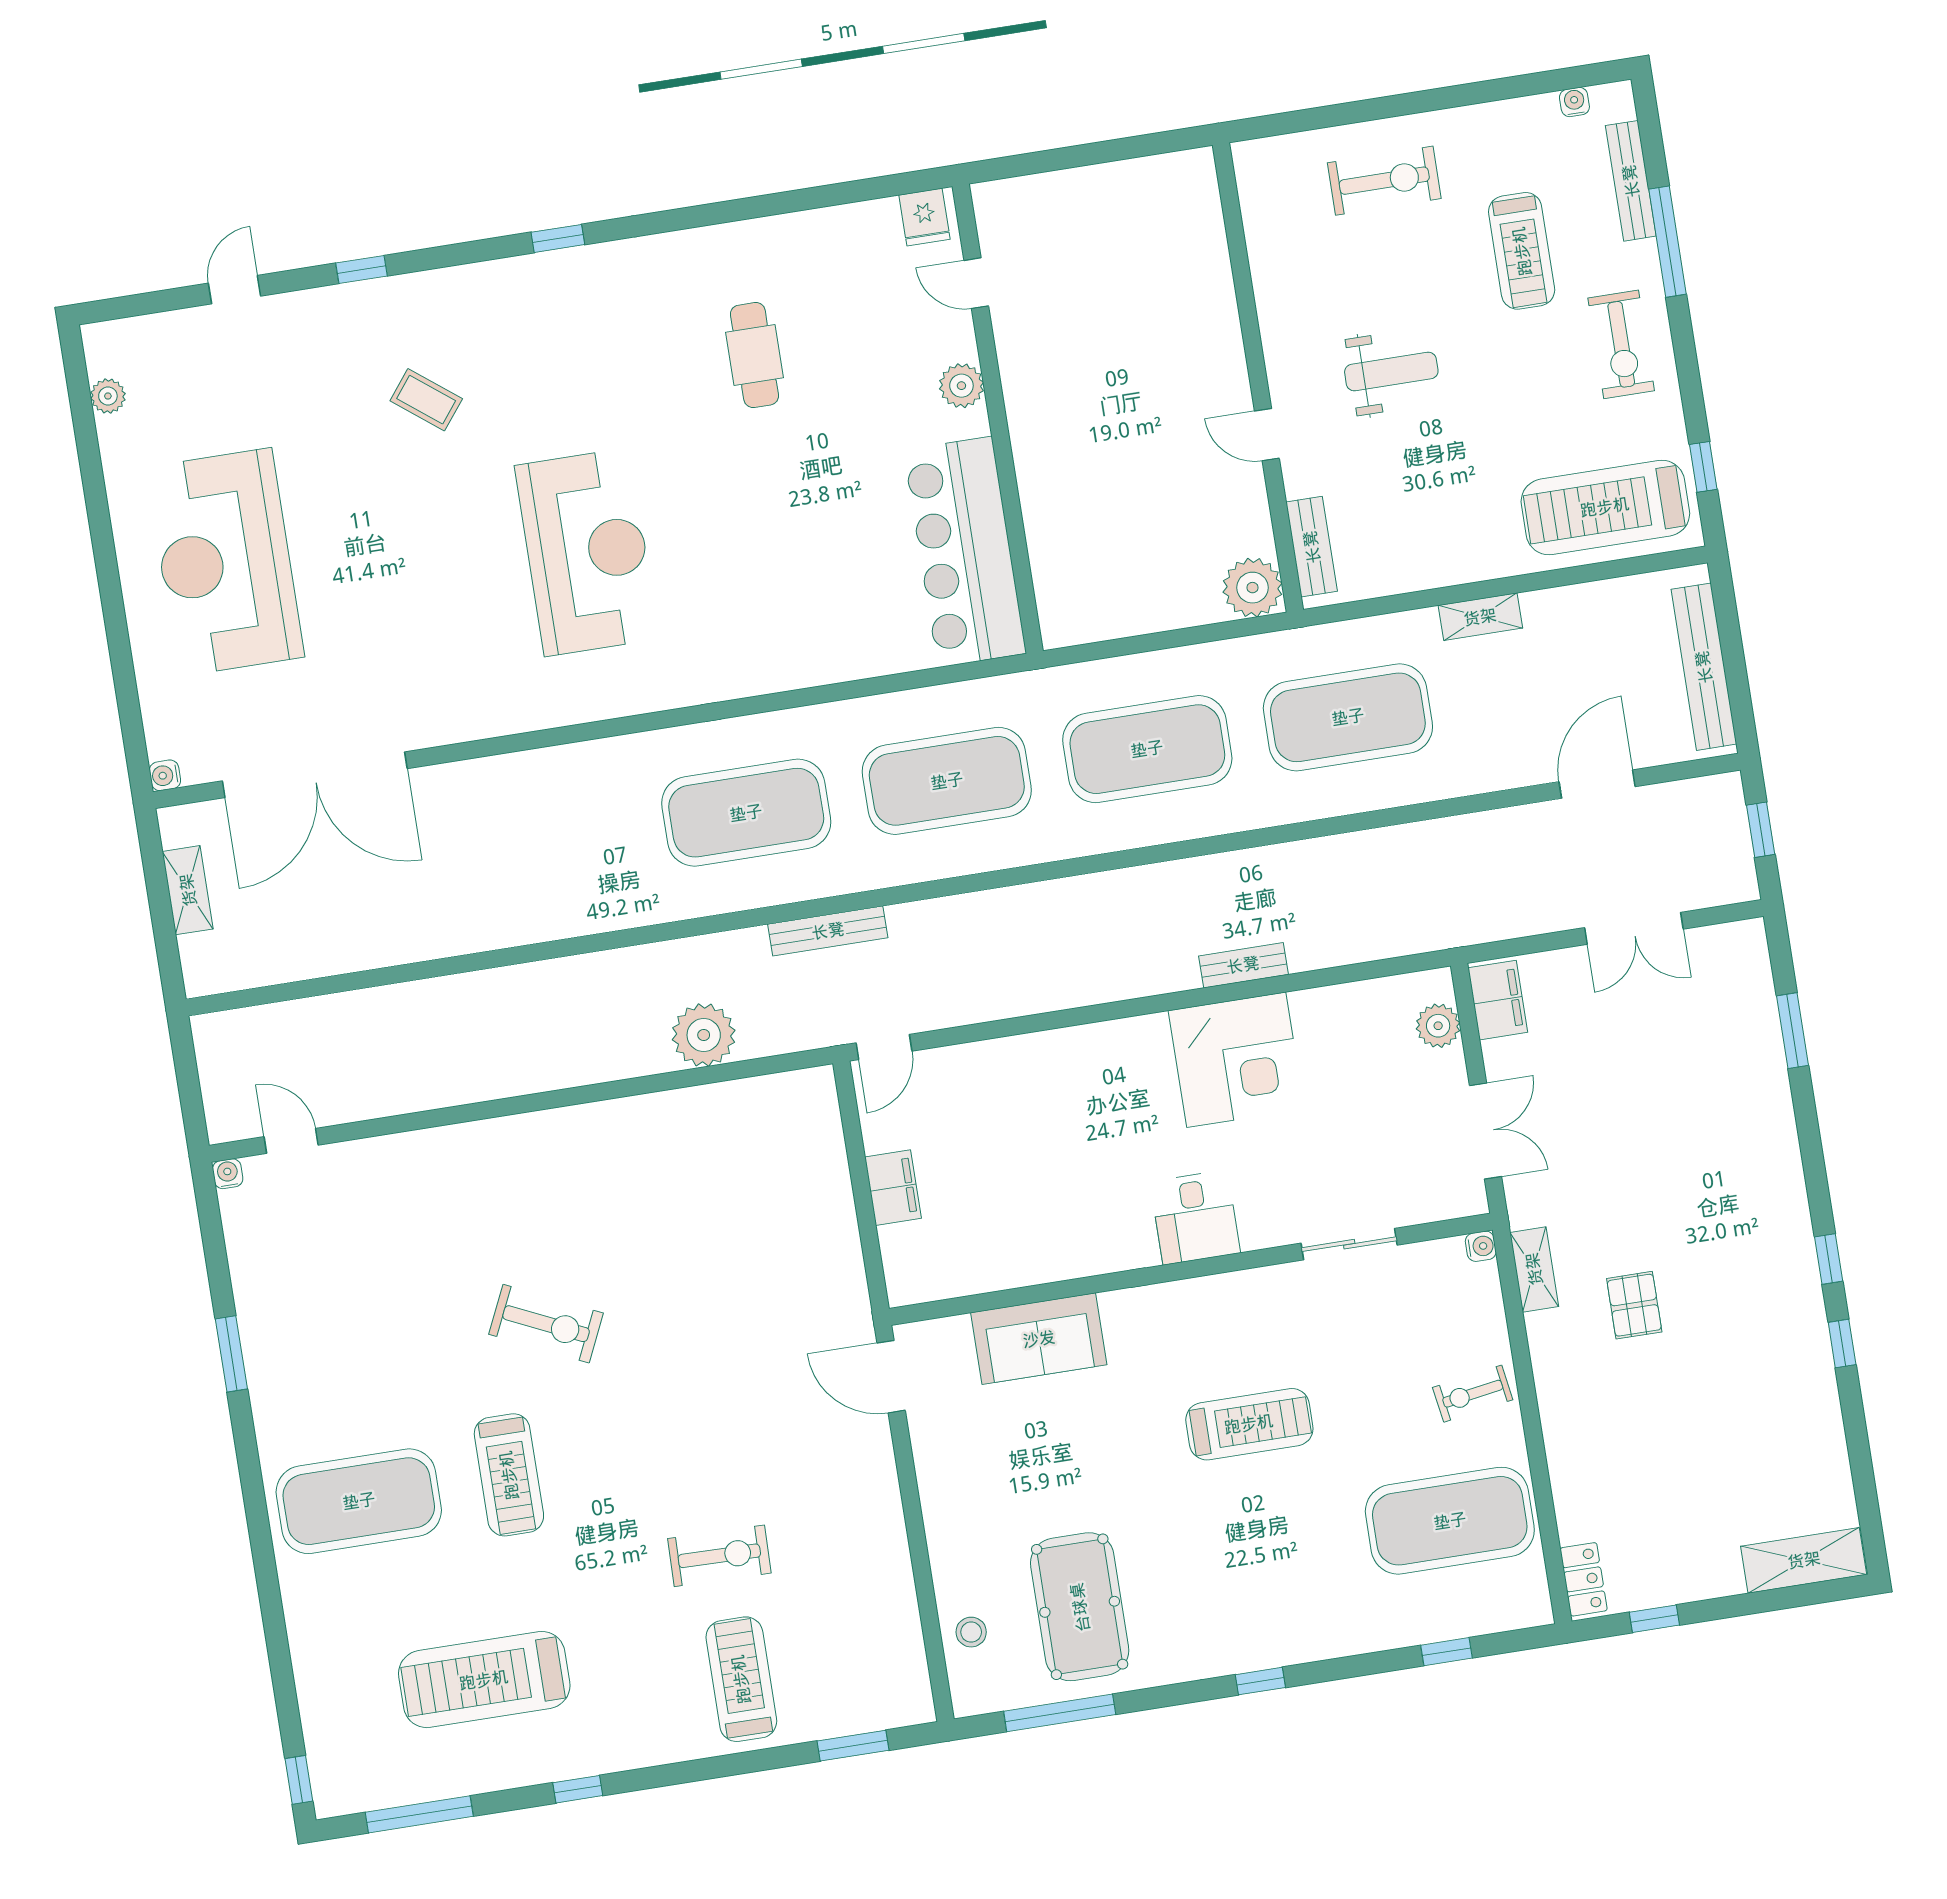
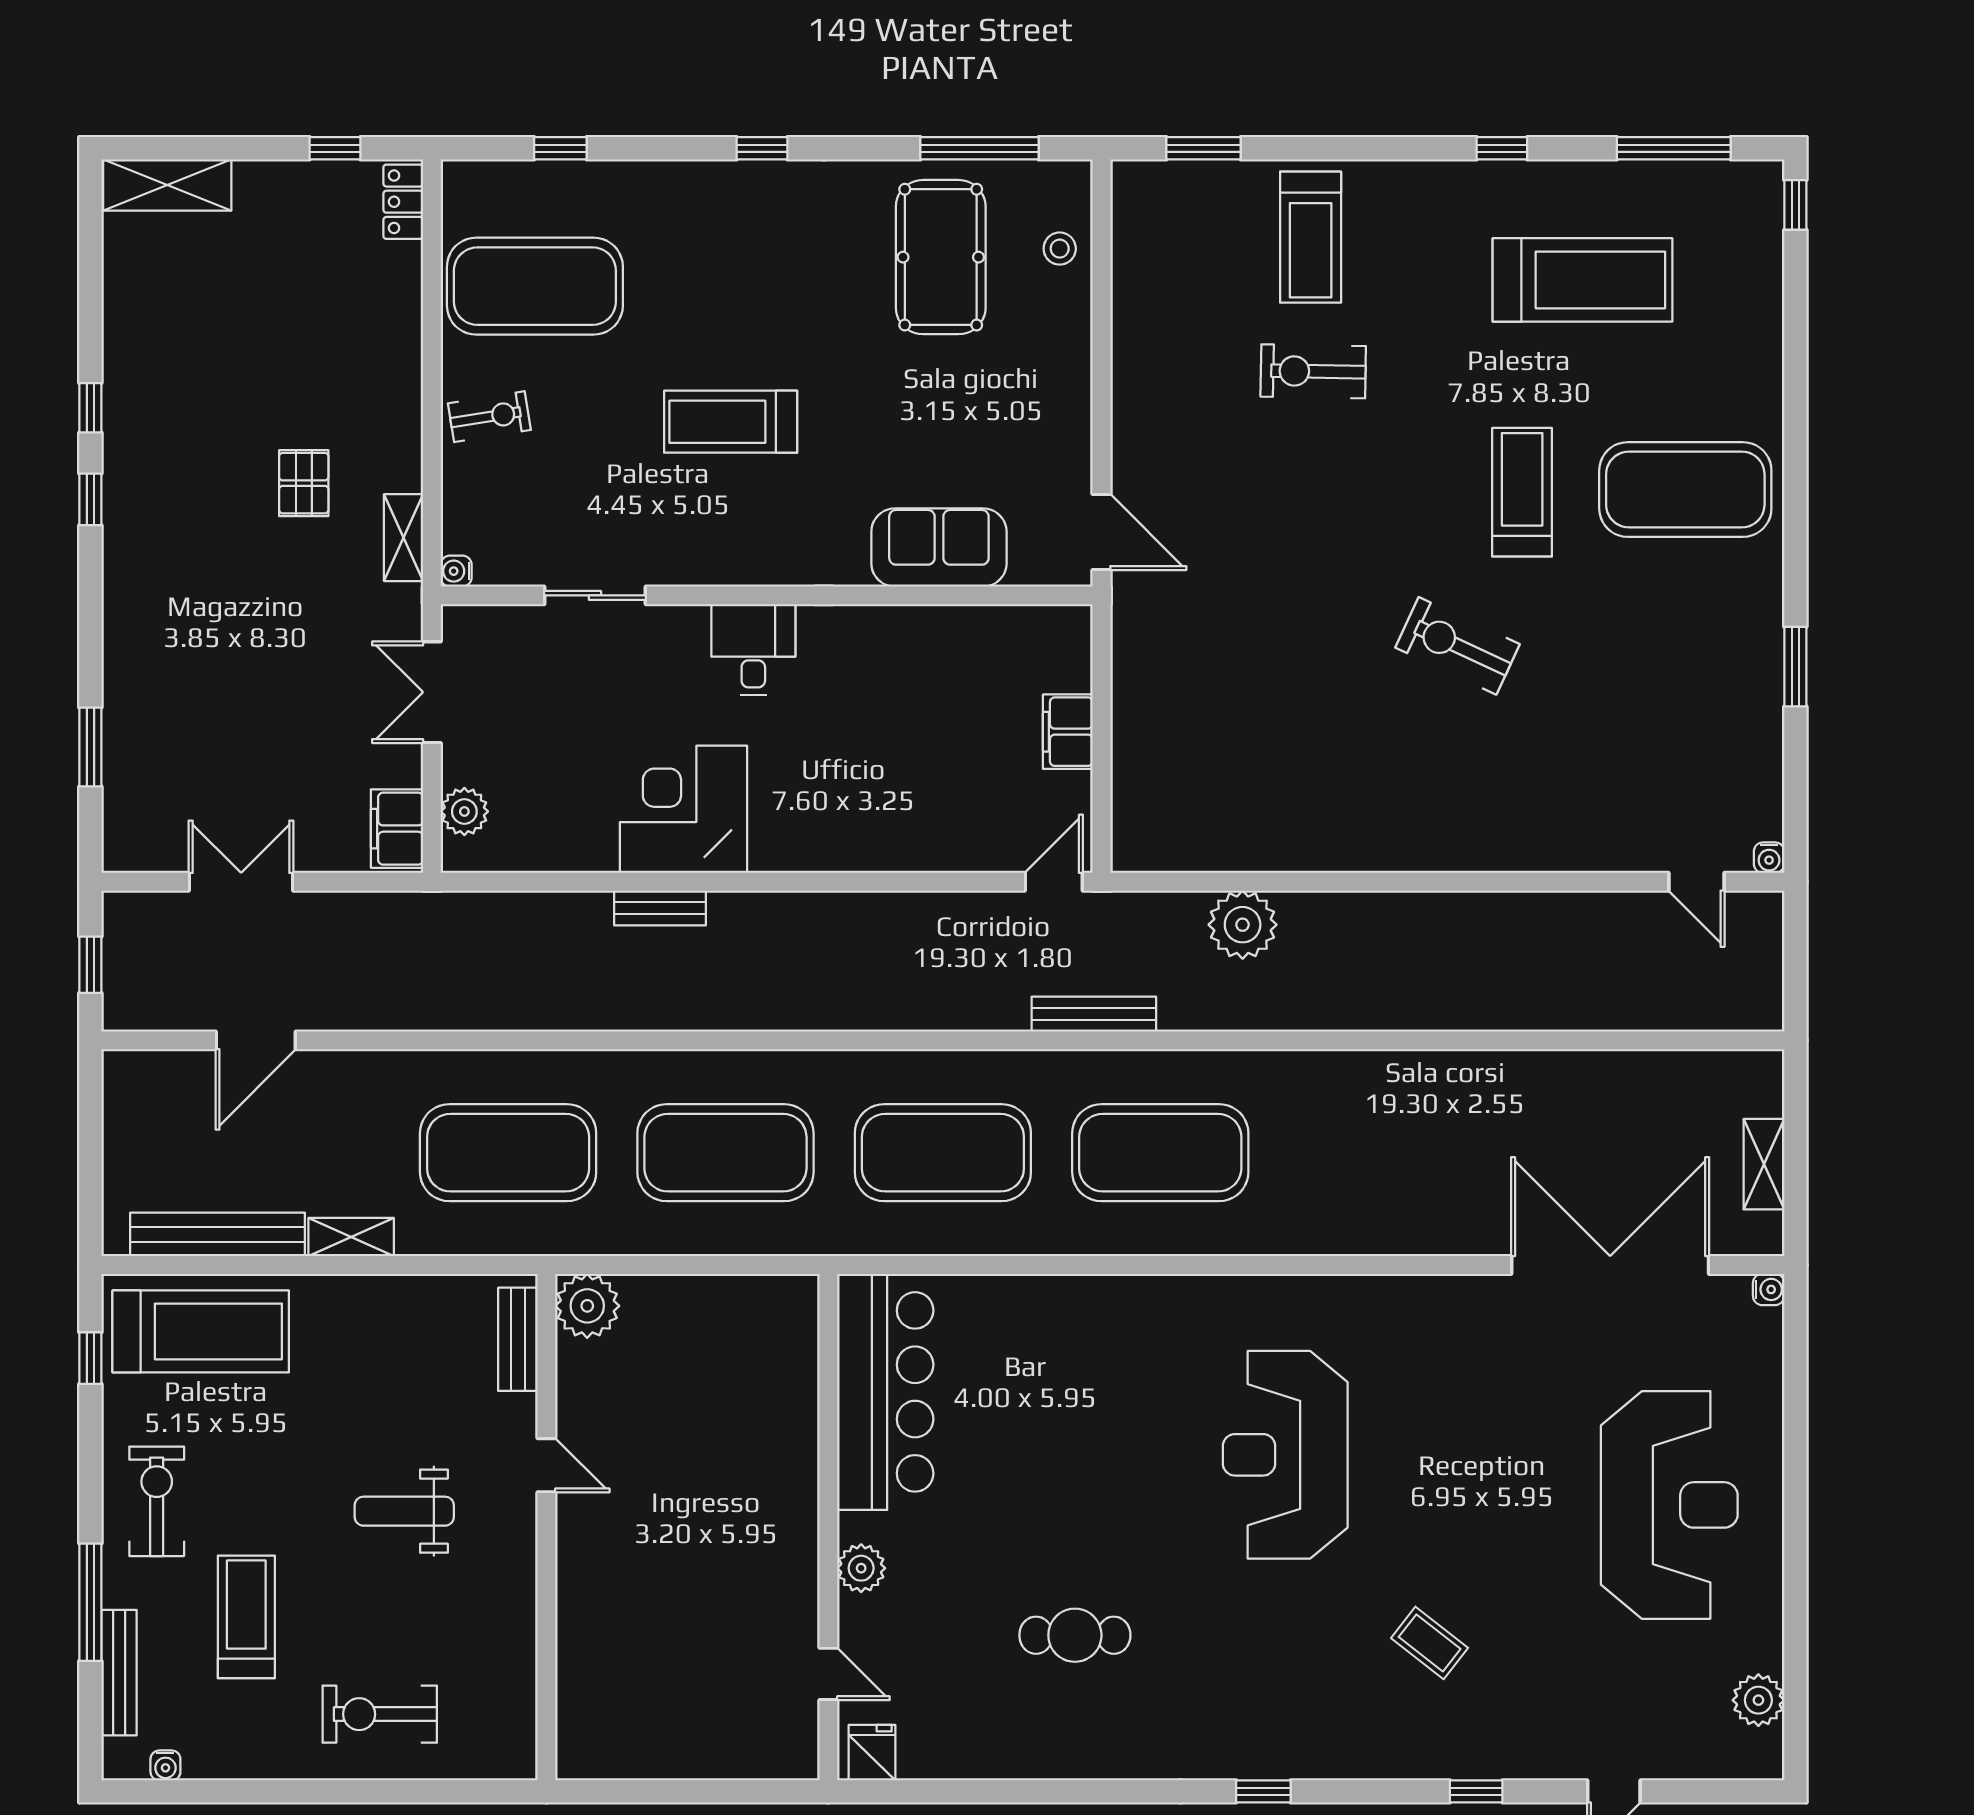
cafe table: (754, 355) -> (1075, 1635), turned 90
plant: (108, 396) -> (1758, 1700), width x1.38, depth x1.38
bench: (1704, 667) -> (218, 1234), moved, turned 90

